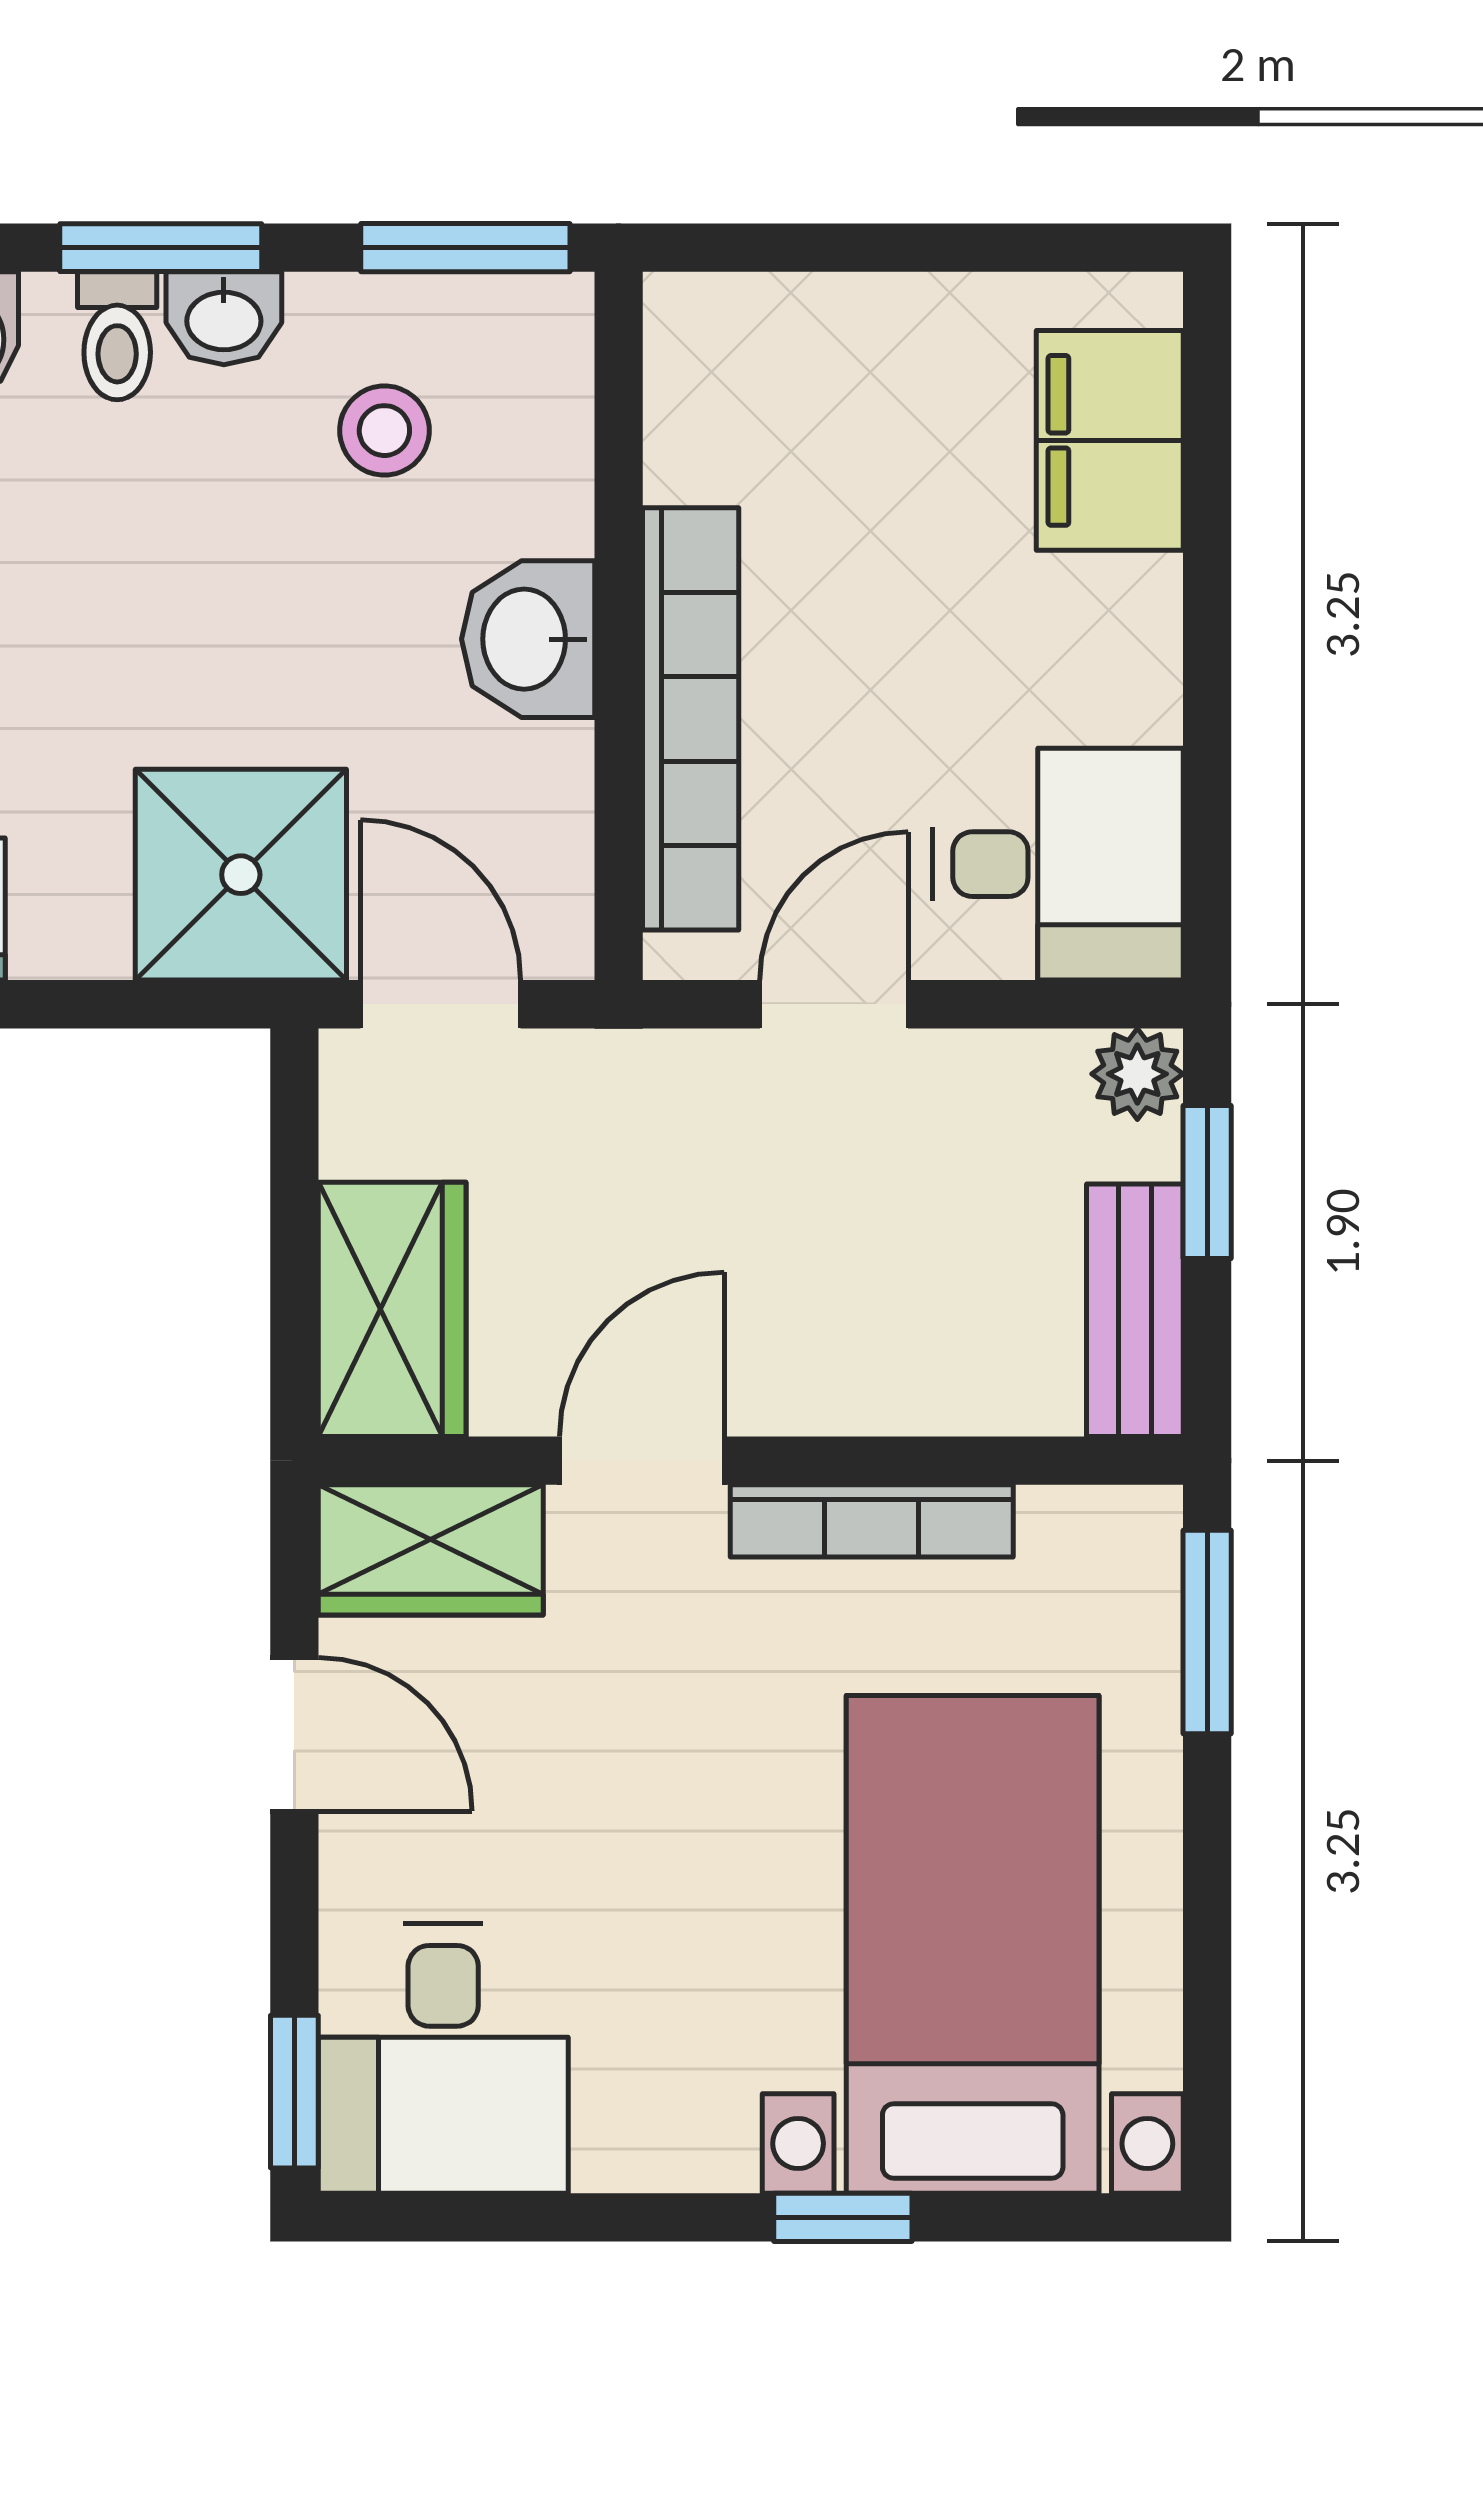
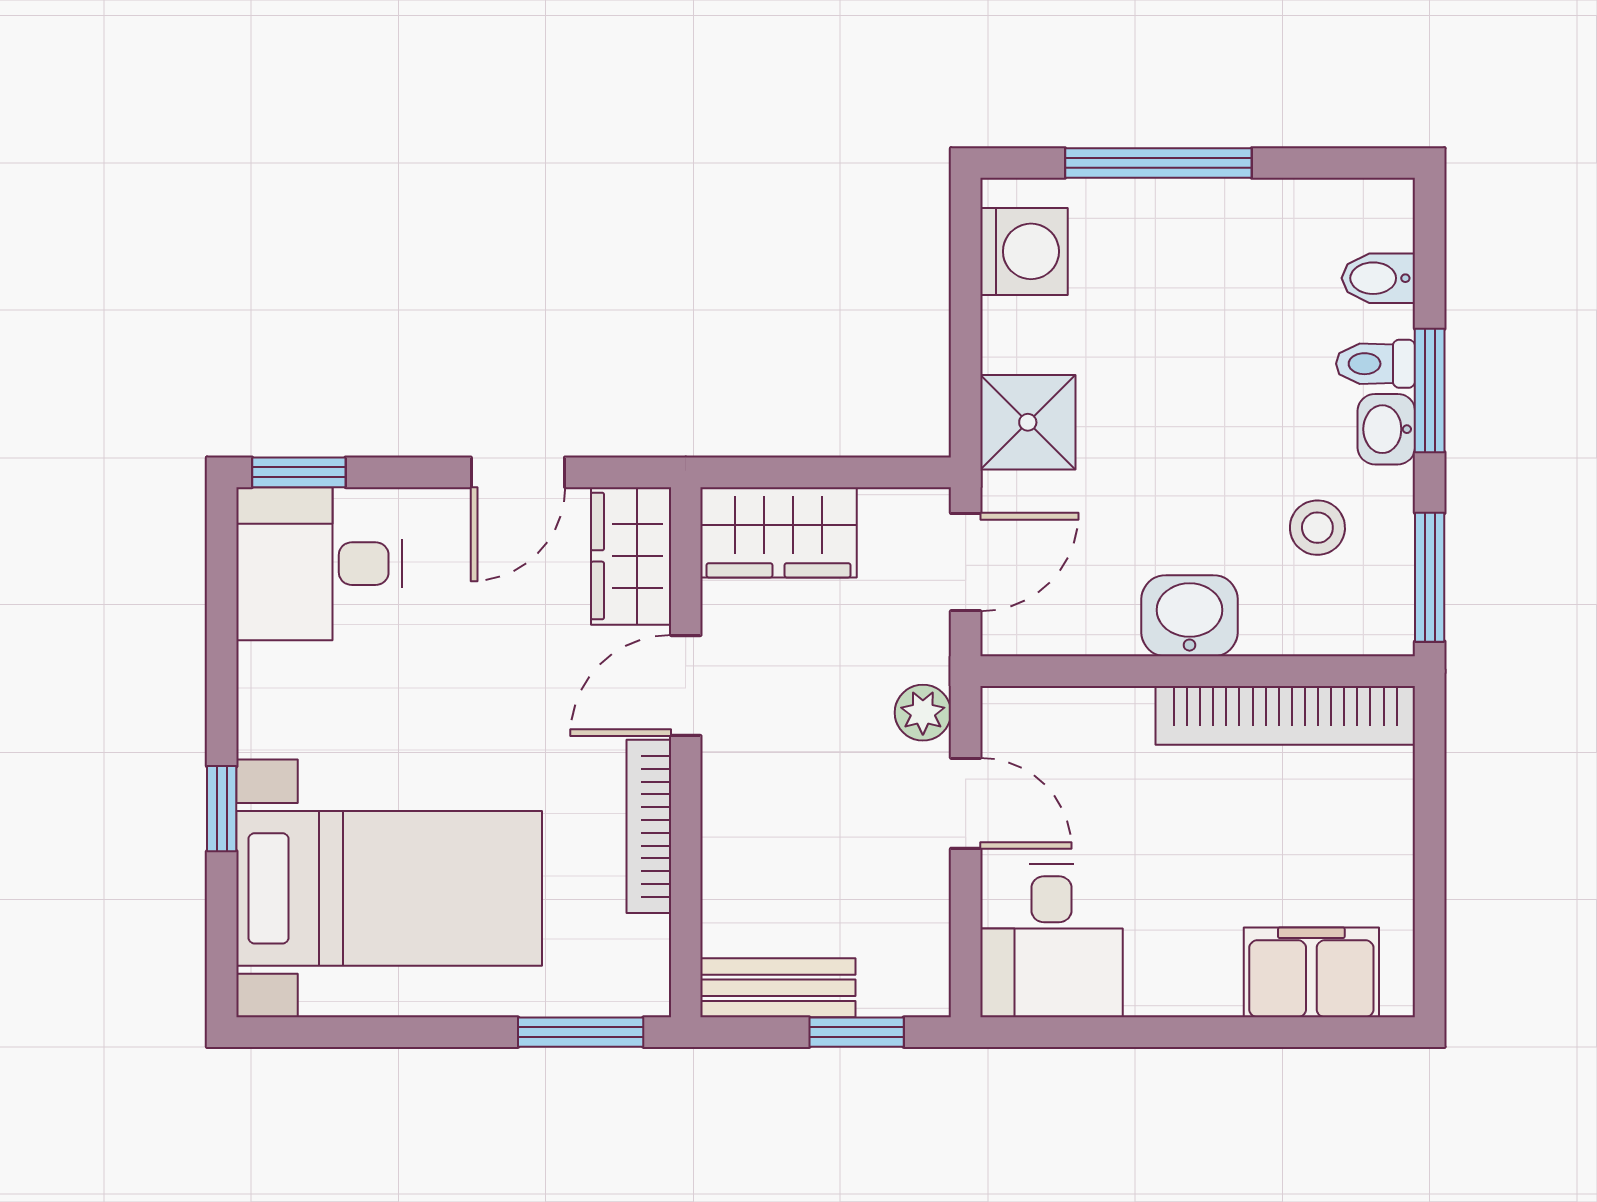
bookcase: (691, 719) -> (1285, 715), moved
shower: (241, 875) -> (1028, 422), width x0.73, depth x0.73
plant: (1137, 1074) -> (923, 713), moved
door: (642, 1461) -> (686, 685), swing flipped

